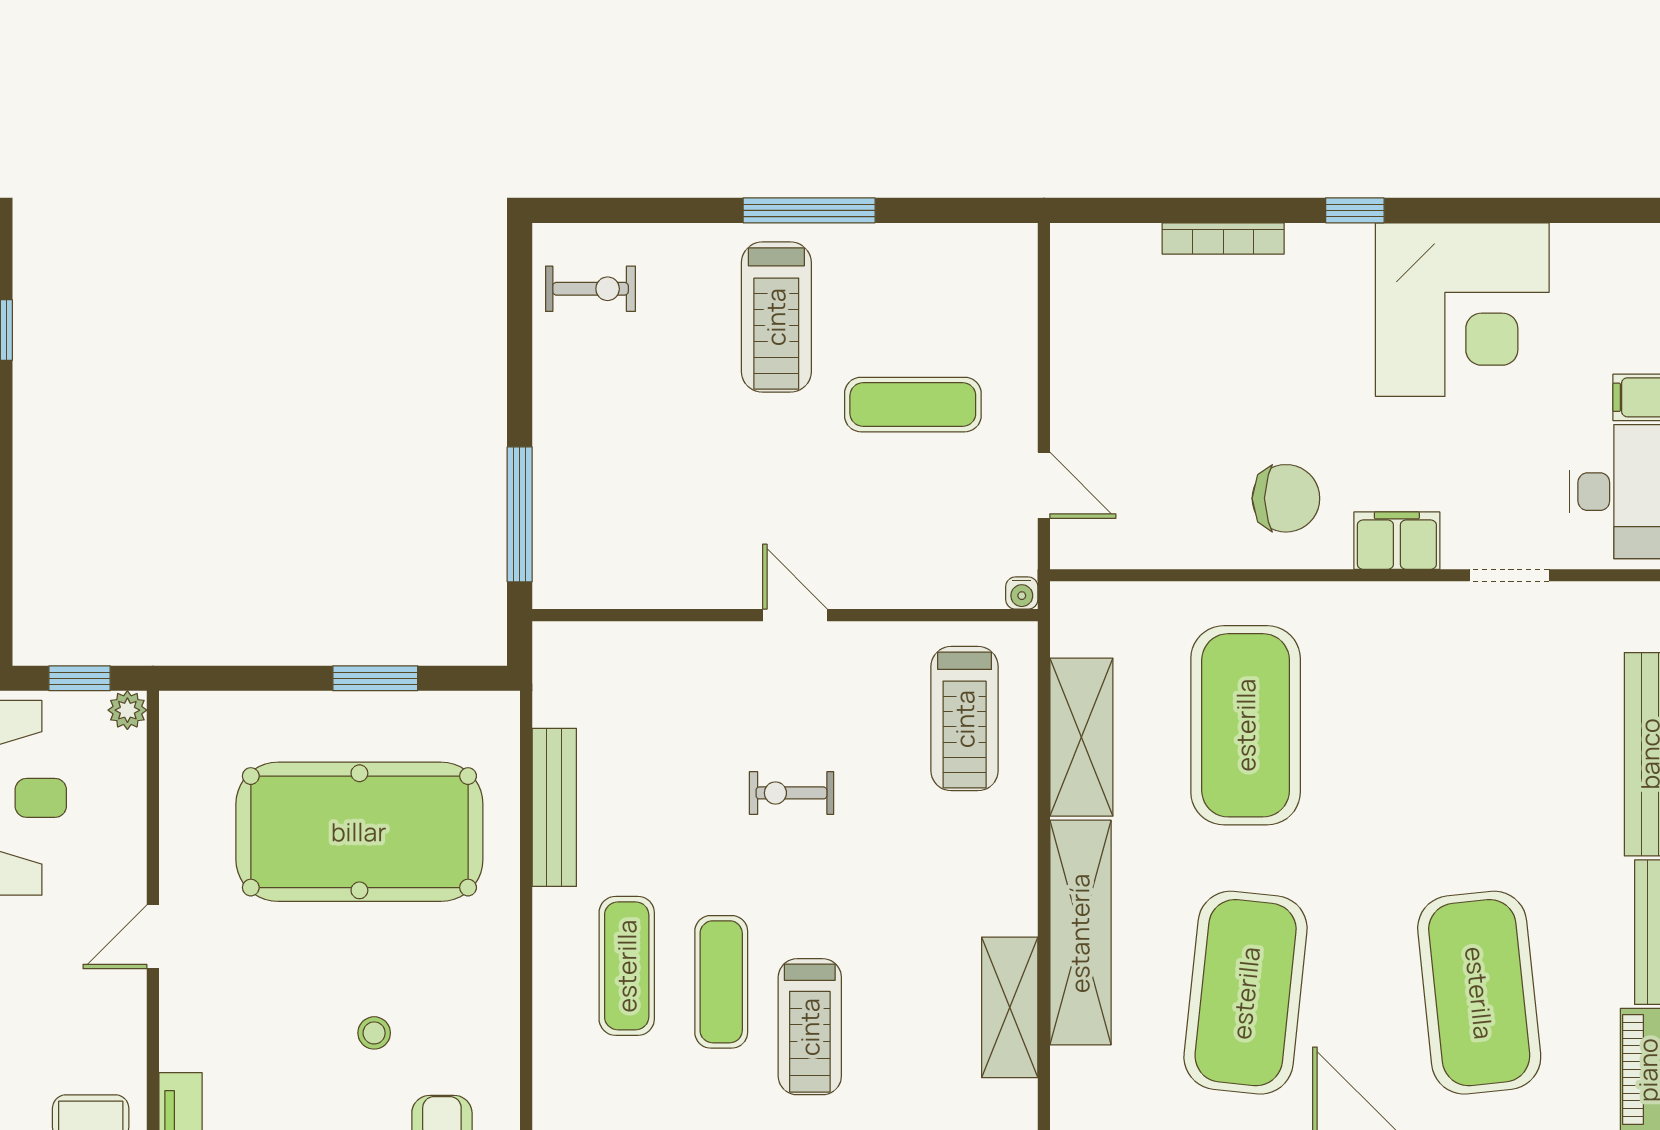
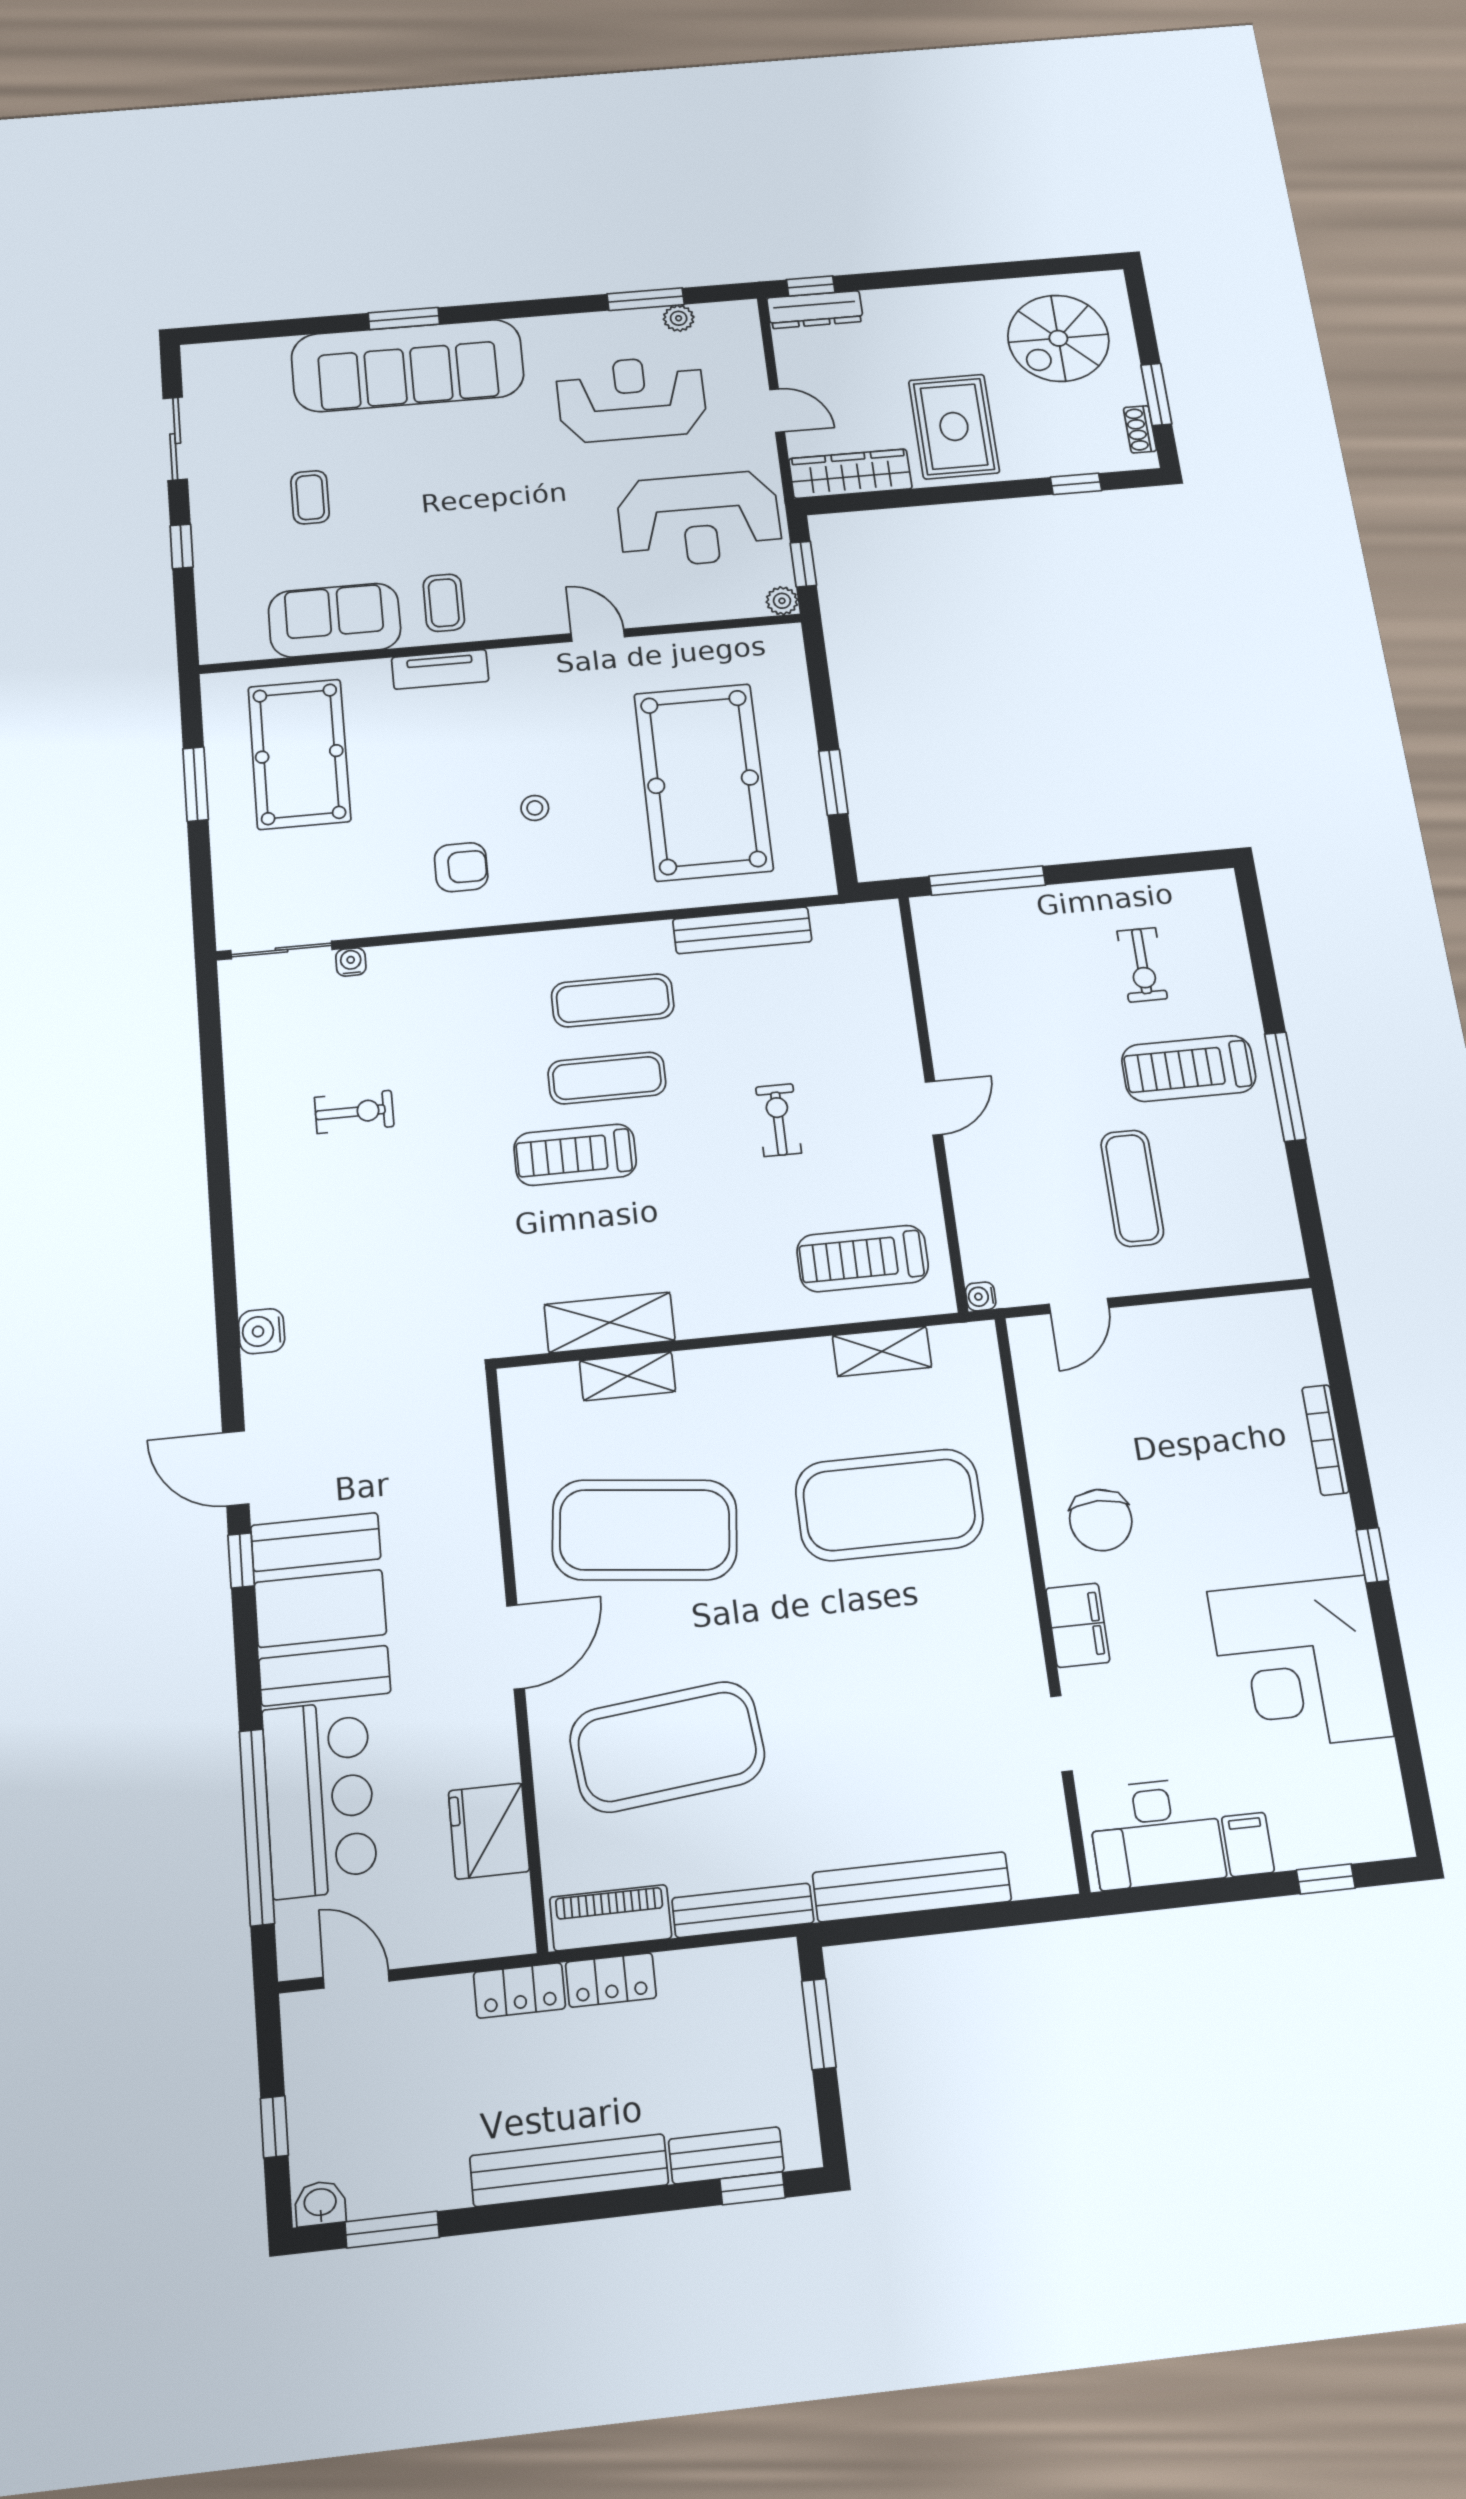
exercise bike: (591, 289) -> (1142, 965), moved
shelving: (1081, 737) -> (882, 1351), width x0.67, depth x0.75
shelving: (1080, 933) -> (627, 1376), width x0.45, depth x0.75

